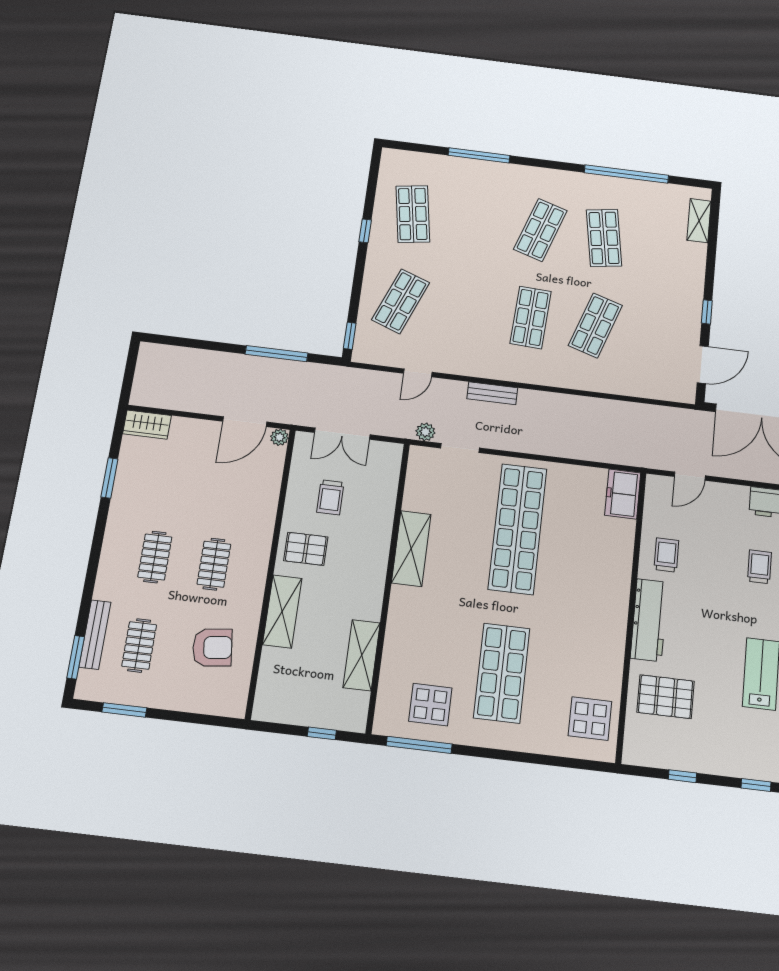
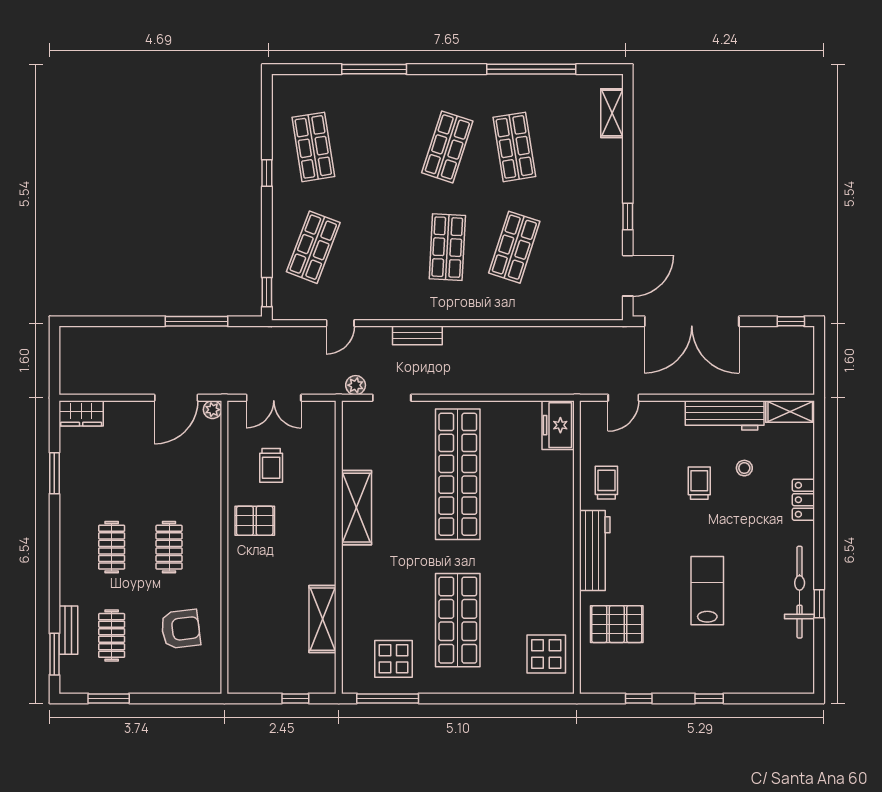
shelving: (282, 611) -> (241, 586), removed
bench: (95, 635) -> (68, 630), width x0.73

